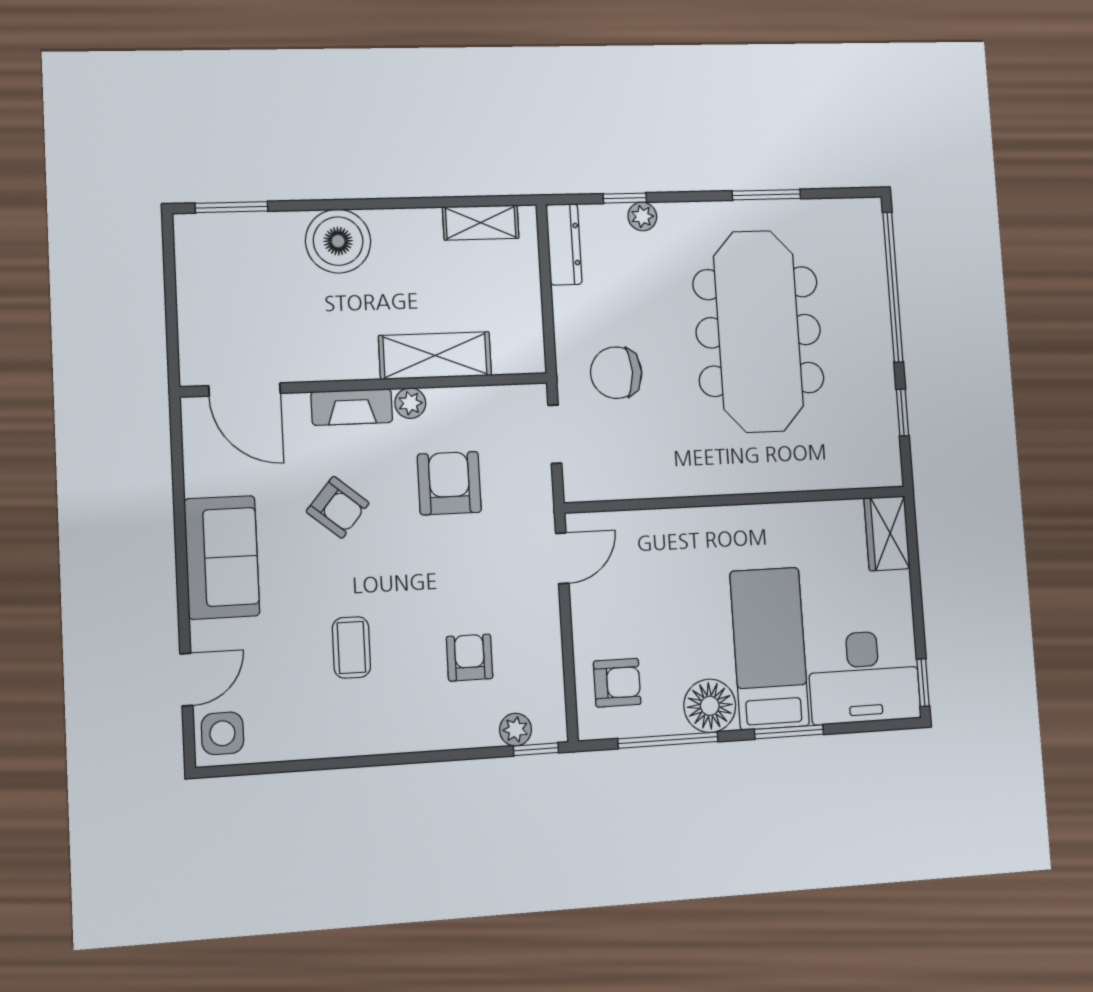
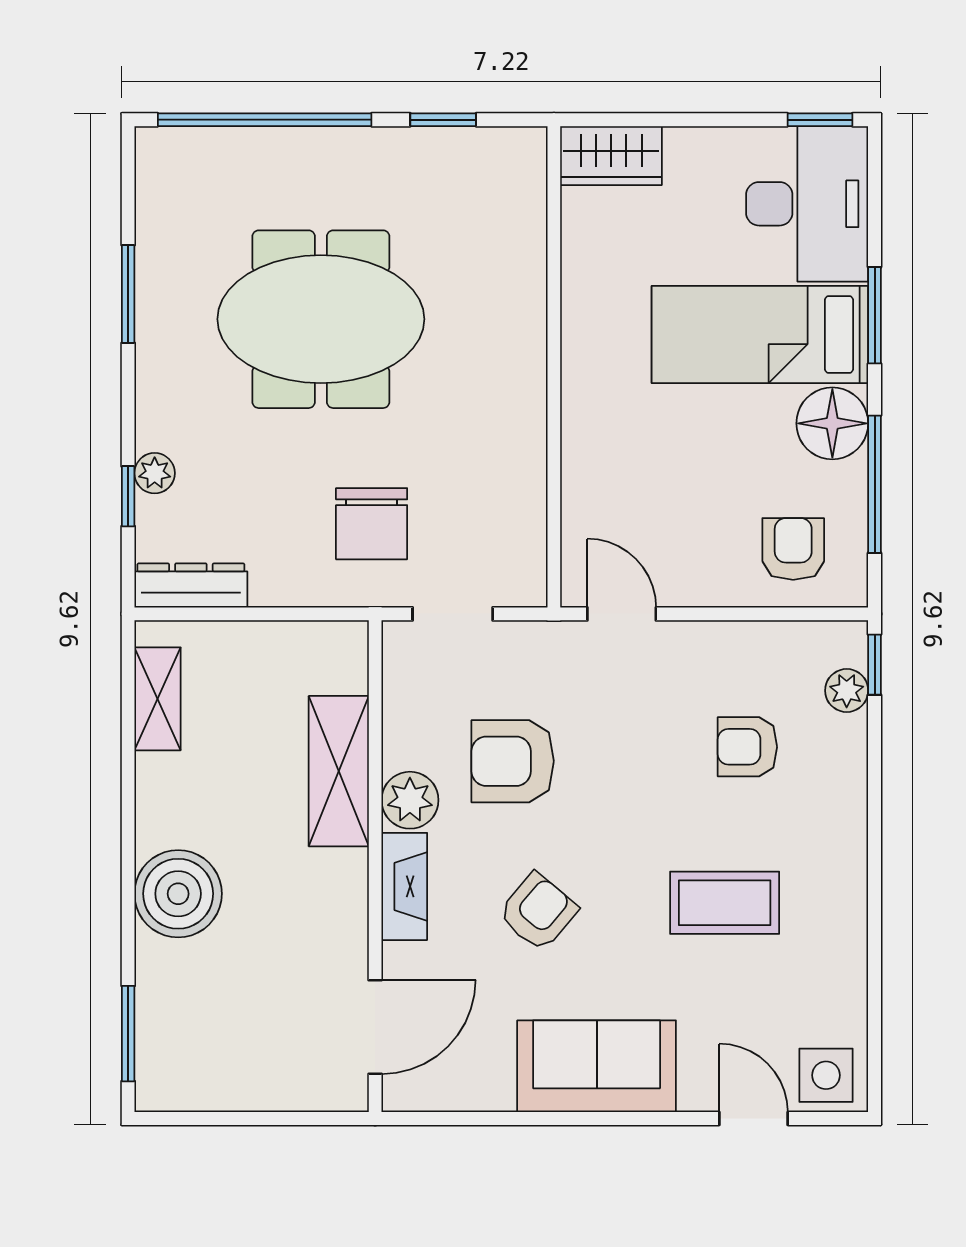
meeting table: (758, 331) -> (321, 319), width x0.73
plant: (410, 403) -> (410, 800), width x1.38, depth x1.38
coffee table: (351, 647) -> (725, 903), width x1.36, depth x1.30

